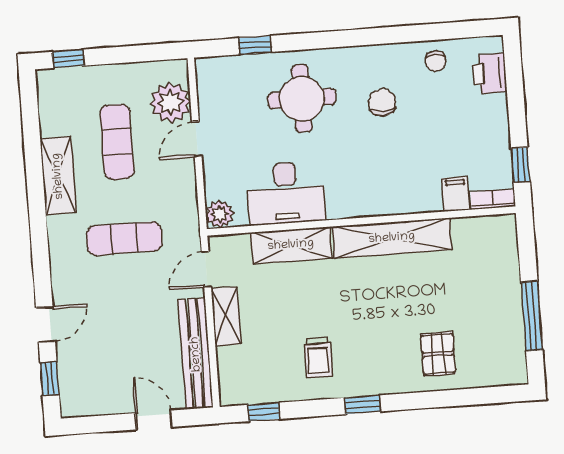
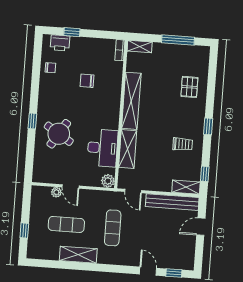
window: (255, 45) -> (32, 121), moved
window: (68, 59) -> (24, 231), moved
round table: (302, 99) -> (59, 134), turned 32
chair: (382, 102) -> (87, 81), moved
plant: (170, 103) -> (56, 192), width x0.53, depth x0.53
window: (521, 165) -> (72, 32), moved
filing cabinet: (456, 194) -> (115, 67), removed
shelving: (507, 239) -> (140, 46), added
shelving: (226, 316) -> (186, 187), moved
pallet: (438, 354) -> (189, 87), turned 90

